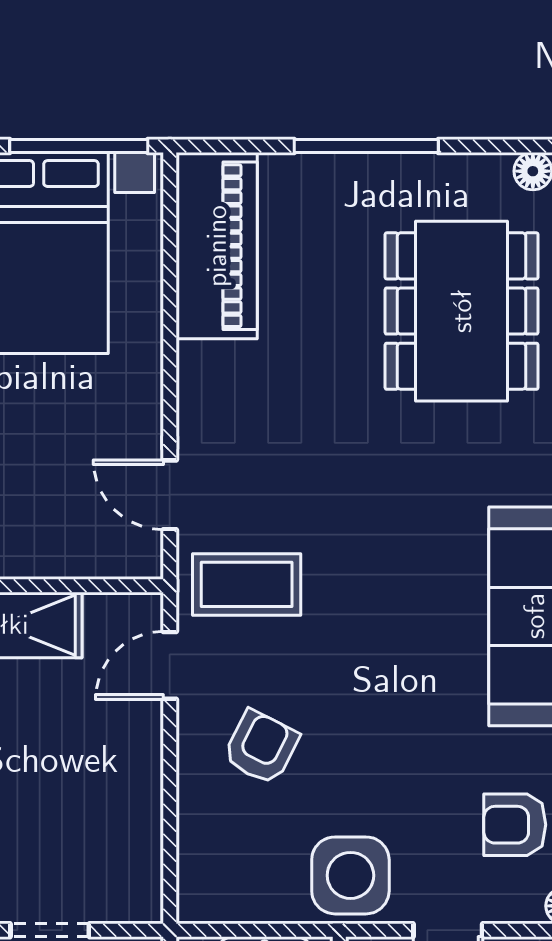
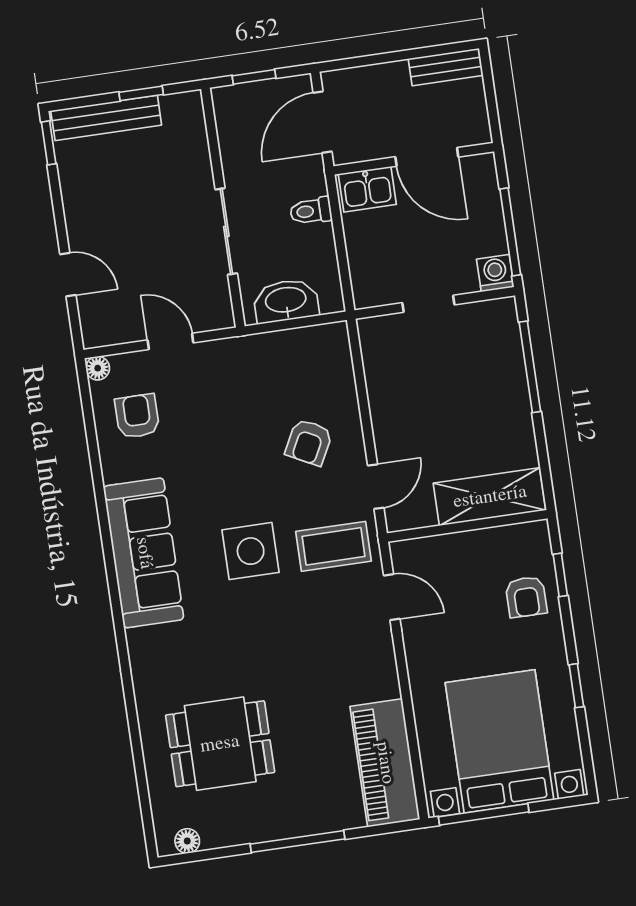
dining table: (462, 311) -> (220, 744), width x0.73
armchair: (515, 825) -> (137, 416), turned -90
side table: (350, 875) -> (251, 551), moved

